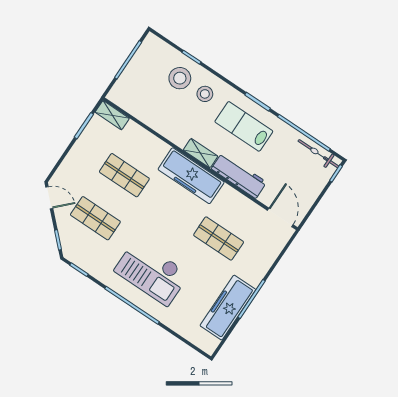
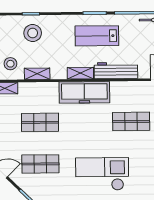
stool: (205, 94) -> (10, 64), moved
shelving: (156, 123) -> (37, 74), added
checkout: (152, 272) -> (102, 174), turned 180

